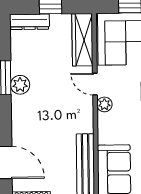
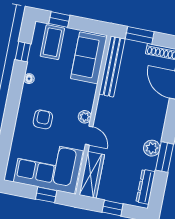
dresser: (30, 22) -> (146, 187), moved, turned -90

